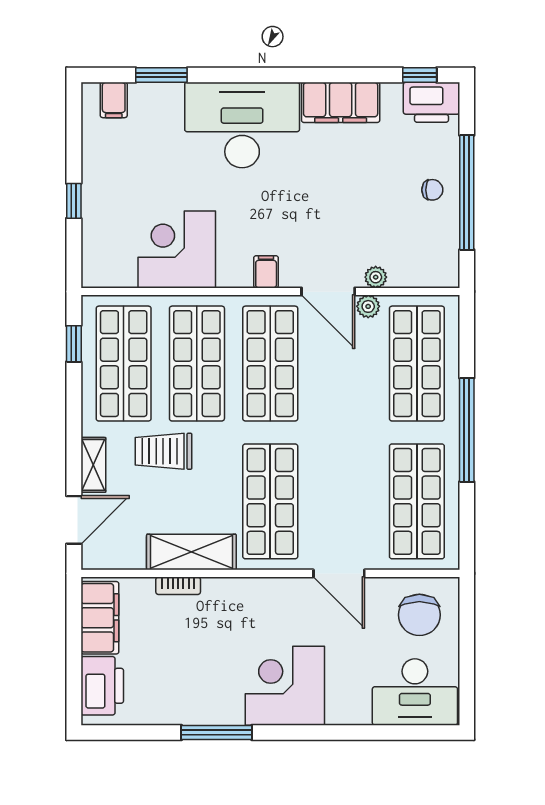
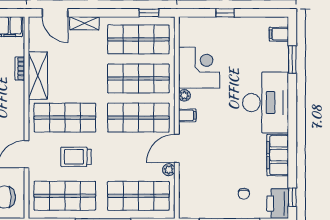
chair: (432, 190) -> (244, 194), moved
plant: (376, 277) -> (184, 95), moved
trolley: (163, 451) -> (76, 157), moved, turned -90

